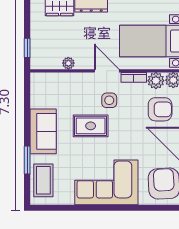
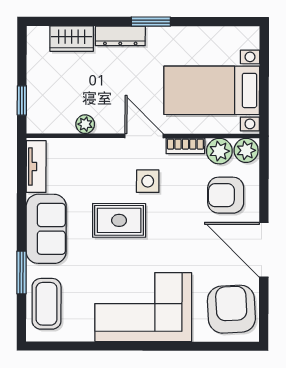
tv unit: (37, 91) -> (36, 167), added
armchair: (160, 109) -> (226, 195), turned 180

